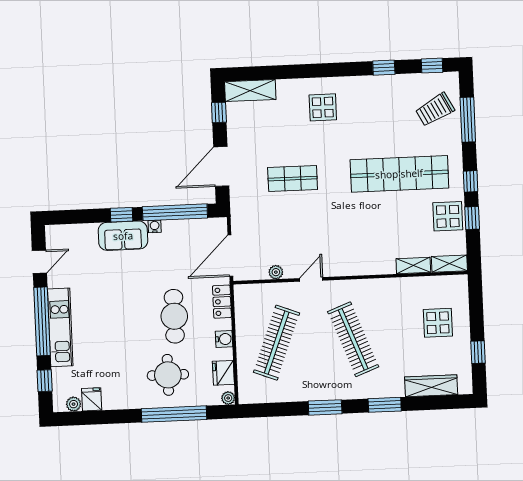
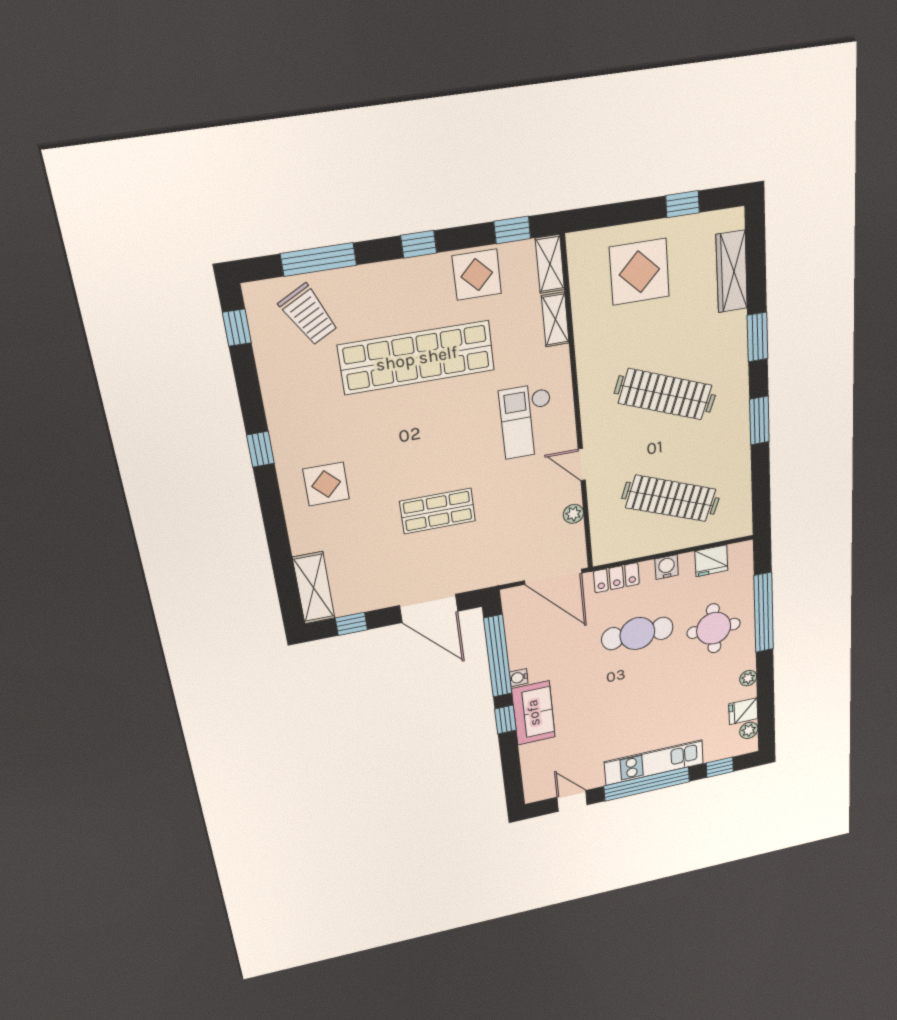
window: (384, 68) -> (260, 449), moved
shop shelf: (399, 174) -> (417, 358), turned 90
shop shelf: (293, 179) -> (438, 511), turned 90
window: (472, 218) -> (512, 230), moved
checkout: (347, 243) -> (527, 421), added
display table: (438, 323) -> (639, 272), width x1.36, depth x1.36
clothes rail: (353, 339) -> (665, 394), turned 42
plant: (228, 398) -> (748, 678), moved

